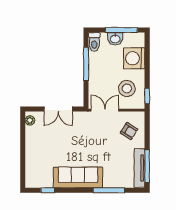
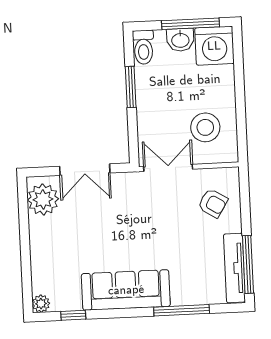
washing machine: (134, 58) -> (214, 46), moved, turned -90
window: (86, 64) -> (131, 87), width x0.69
window: (147, 96) -> (242, 139), removed
plant: (30, 120) -> (43, 199), width x1.88, depth x1.88
plant: (30, 183) -> (41, 304), added

